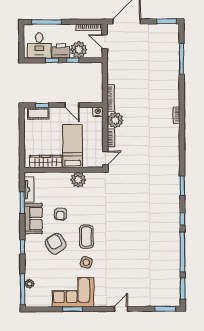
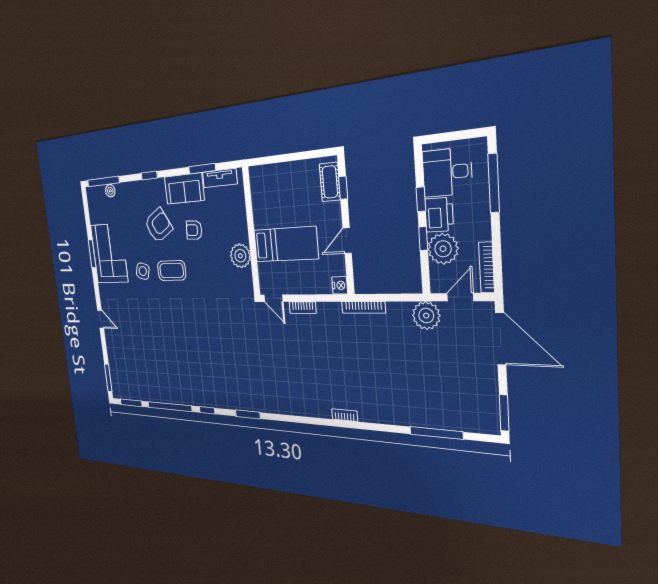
plant: (115, 120) -> (426, 316), moved
wardrobe: (46, 162) -> (260, 201), removed

